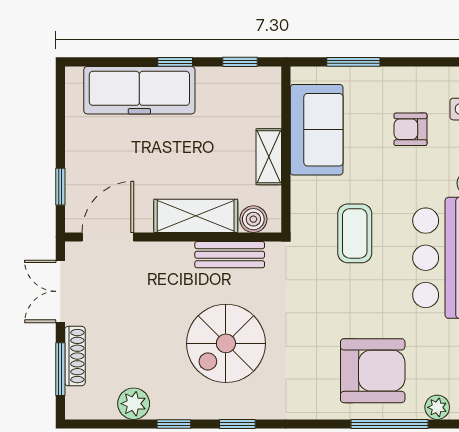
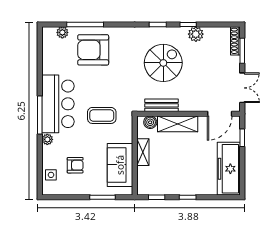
freezer: (139, 90) -> (229, 169), moved, turned -90
coffee table: (355, 233) -> (102, 115), turned 90
shoe rack: (75, 356) -> (235, 41), moved
plant: (134, 404) -> (196, 34), moved

